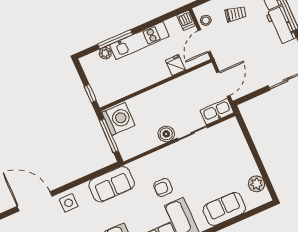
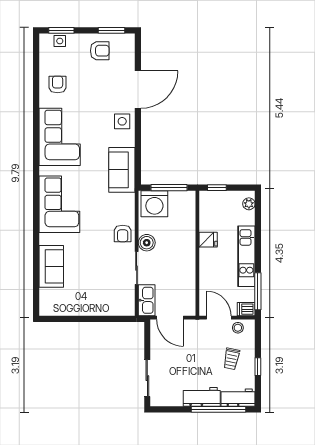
window: (115, 39) -> (258, 291), moved
plant: (105, 53) -> (249, 204), moved
fridge: (175, 65) -> (208, 240), moved
washing machine: (118, 119) -> (154, 204), moved
plant: (257, 184) -> (61, 308), removed
armchair: (163, 187) -> (123, 233), moved, turned 180

